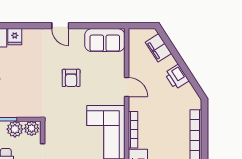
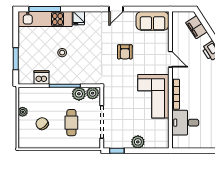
door: (60, 26) -> (116, 9), hinge flipped

